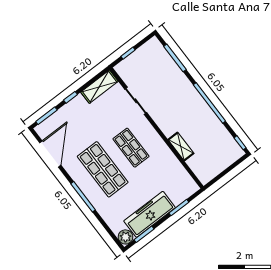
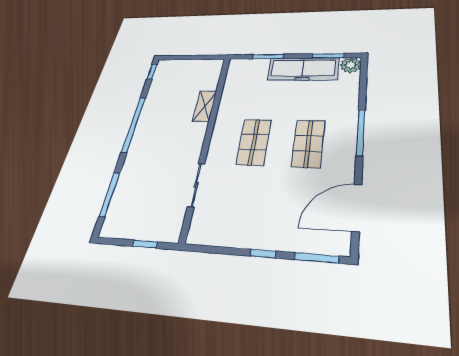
shelving: (99, 87) -> (217, 235), removed
shop shelf: (103, 169) -> (308, 144), width x0.70, depth x0.74

